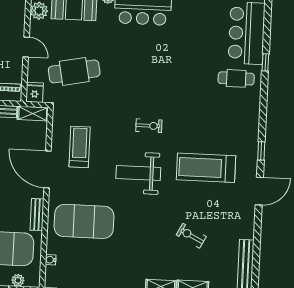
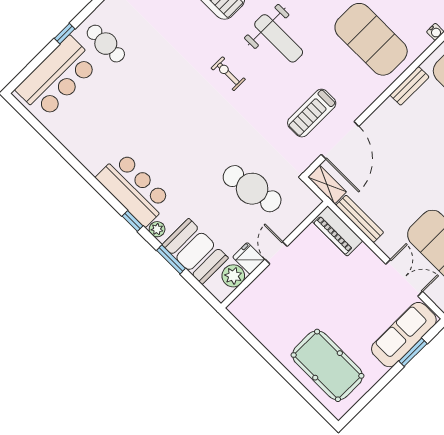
fridge: (35, 92) -> (249, 258), moved, turned 90
door: (48, 169) -> (340, 140), moved

